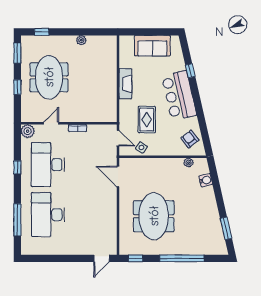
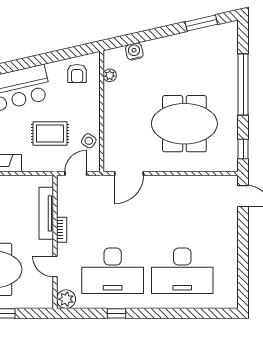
tv unit: (89, 117) -> (46, 213), added
armchair: (190, 139) -> (77, 73), turned -52
window: (17, 220) -> (189, 313), removed

